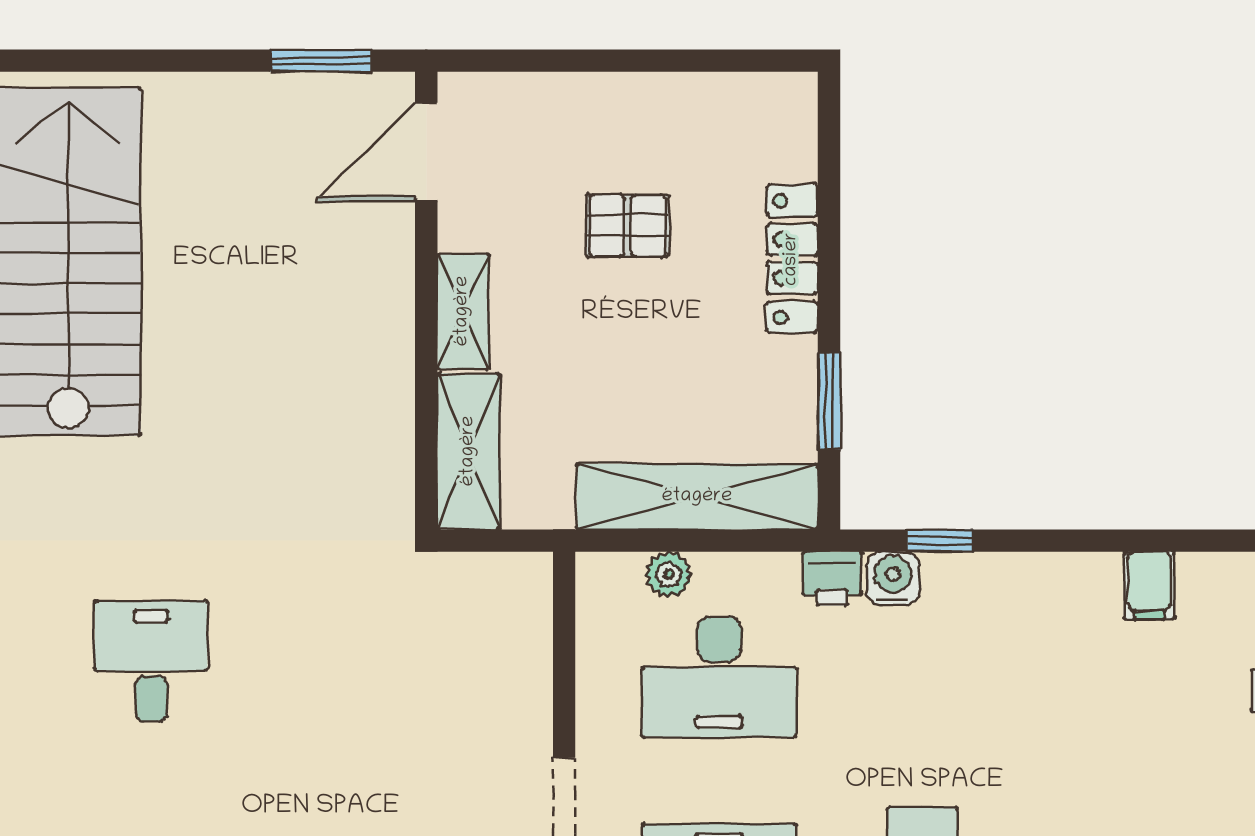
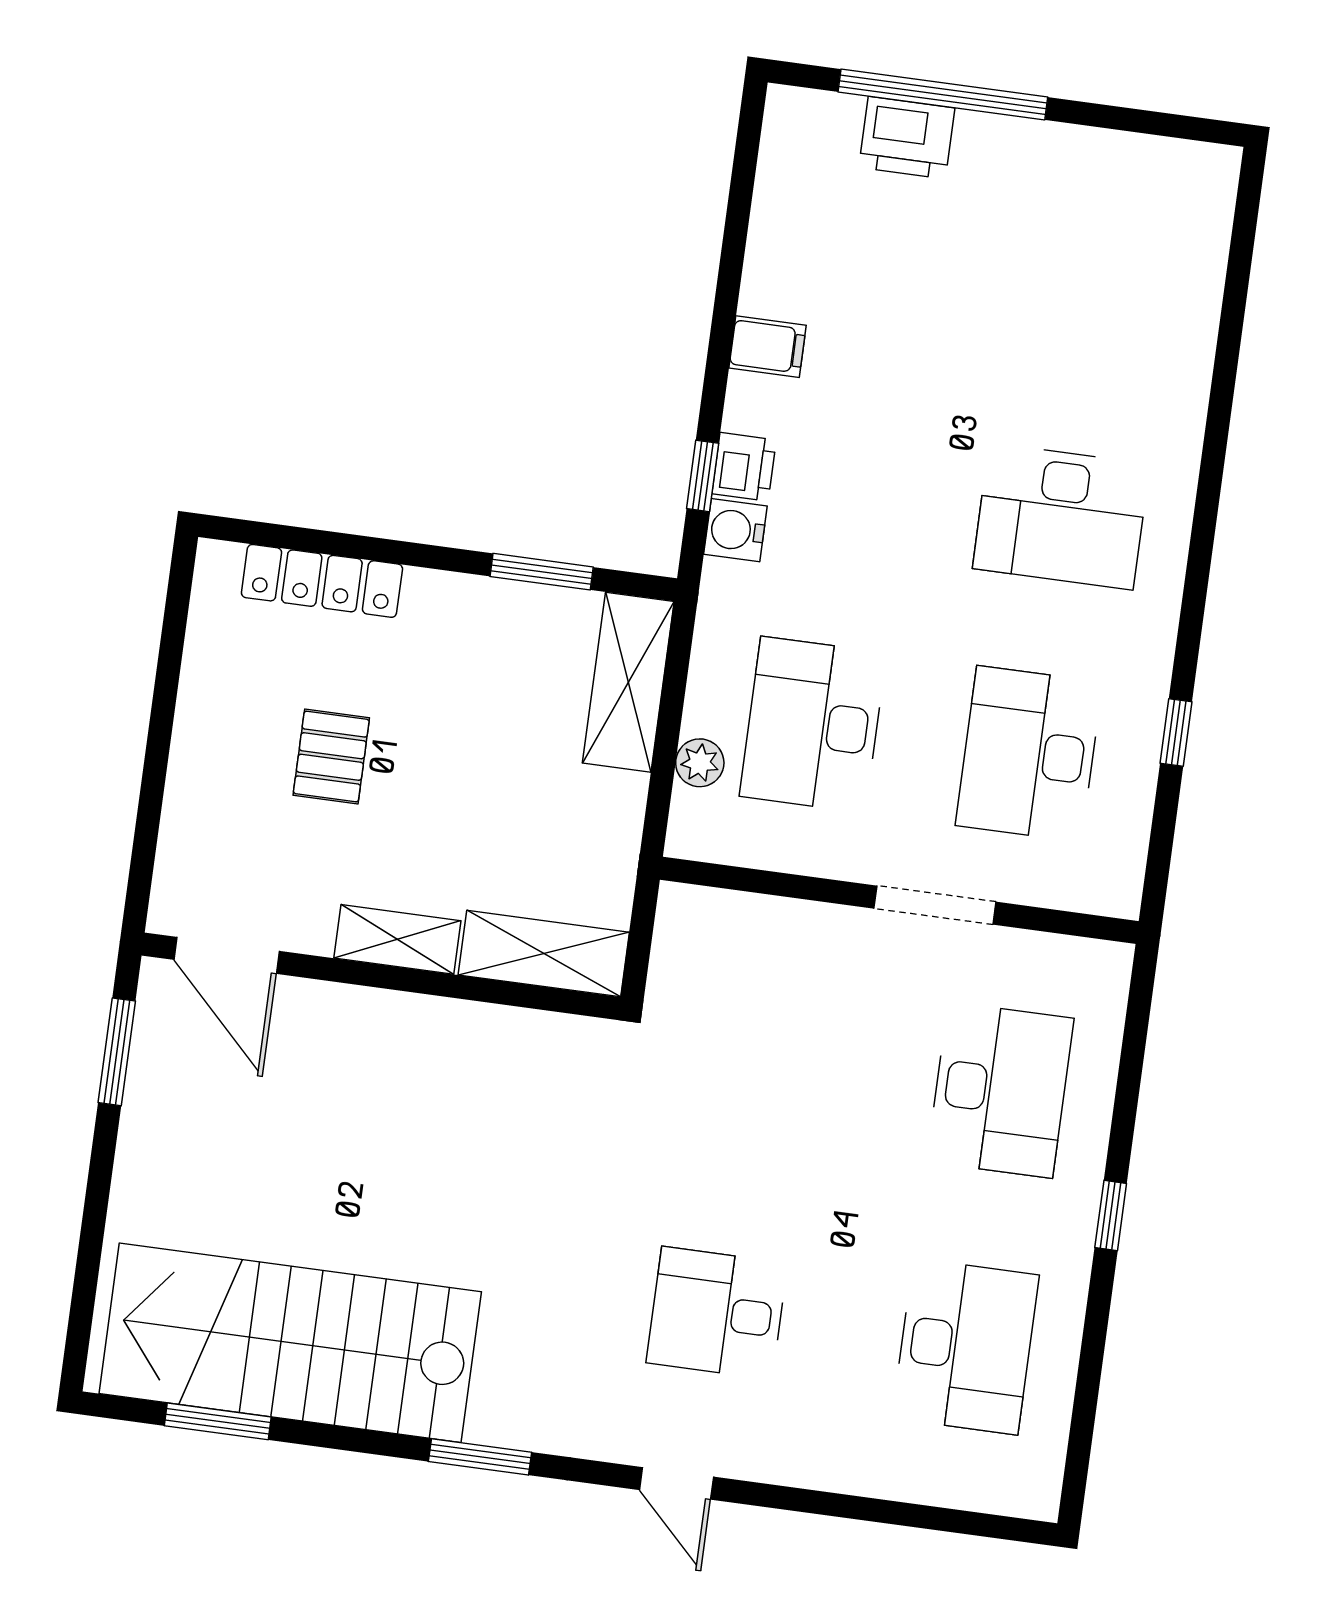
locker: (792, 259) -> (322, 581), moved
shelving: (697, 497) -> (628, 682), width x0.68
printer: (832, 579) -> (744, 467), moved
filing cabinet: (1149, 585) -> (768, 347), moved
desk: (719, 677) -> (813, 725), turned 180

